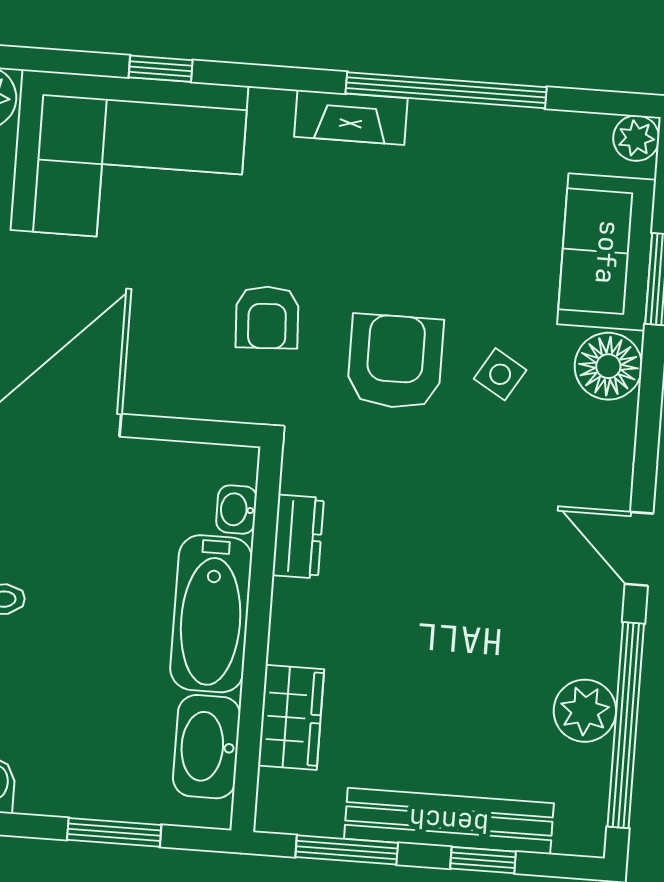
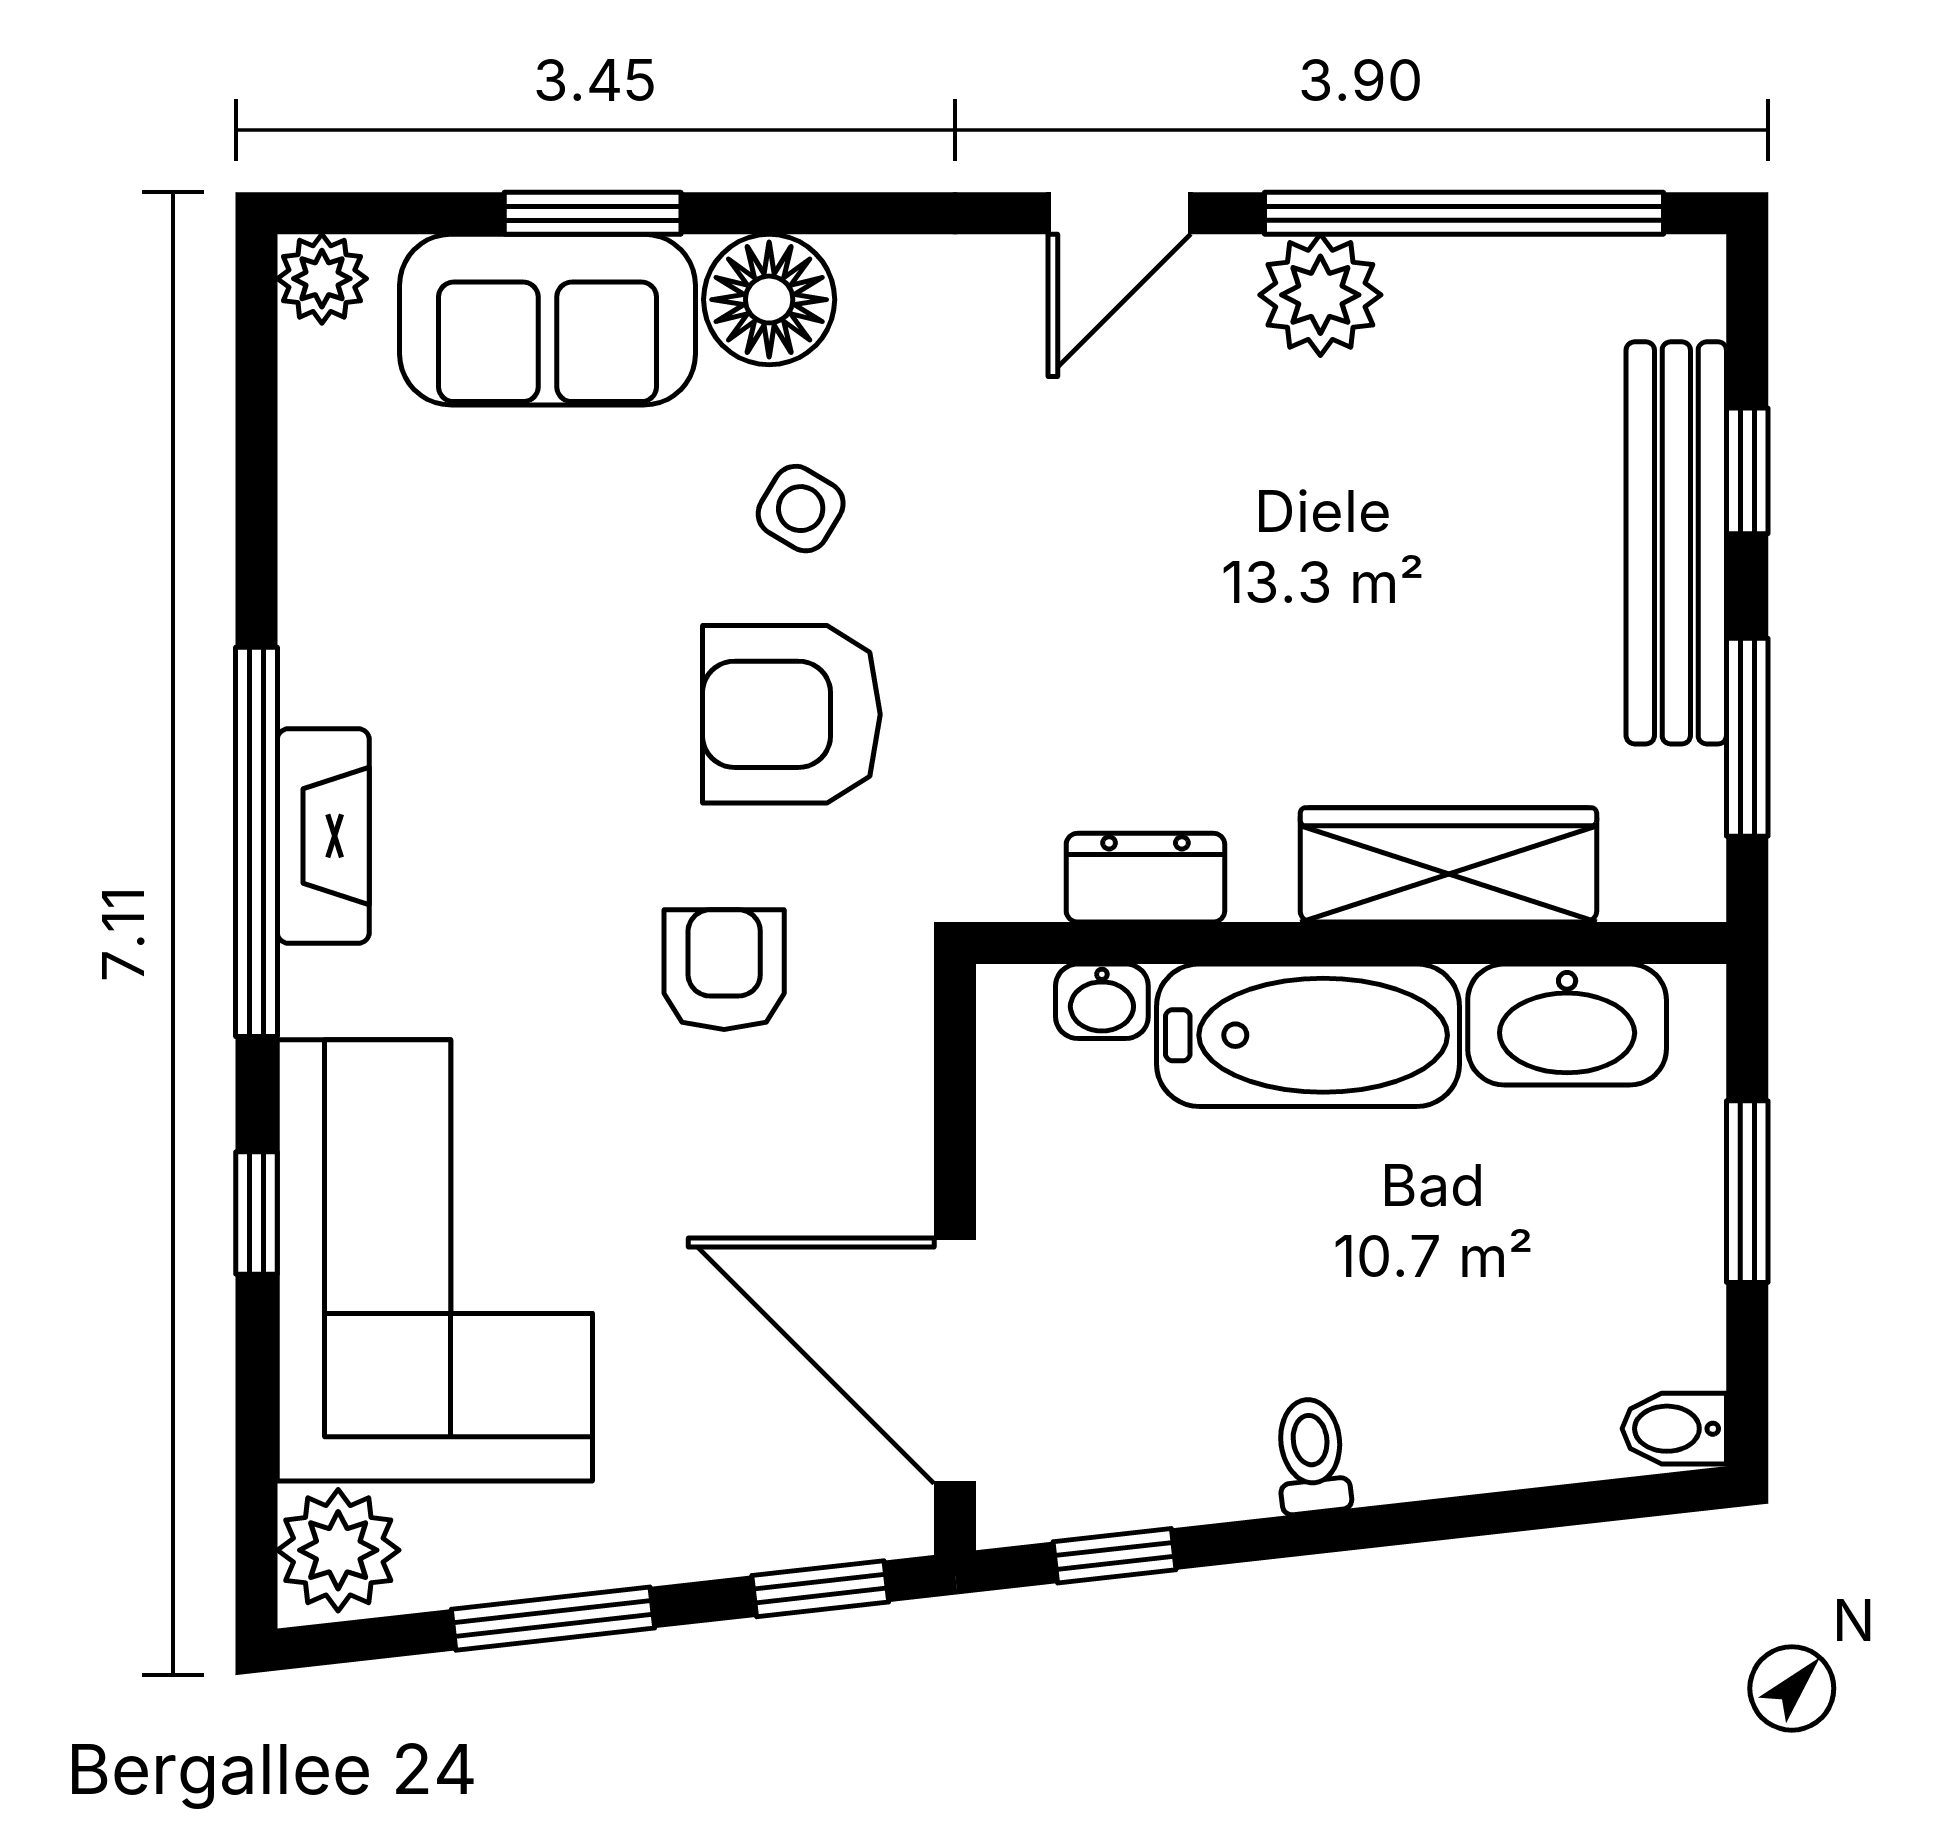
window: (446, 90) -> (257, 842), moved
armchair: (267, 317) -> (724, 970), turned -87
plant: (585, 711) -> (1320, 295), moved
wardrobe: (291, 717) -> (1448, 865), width x1.50

